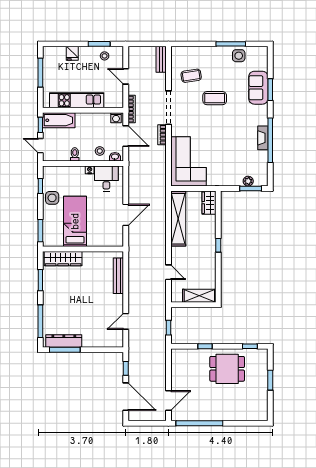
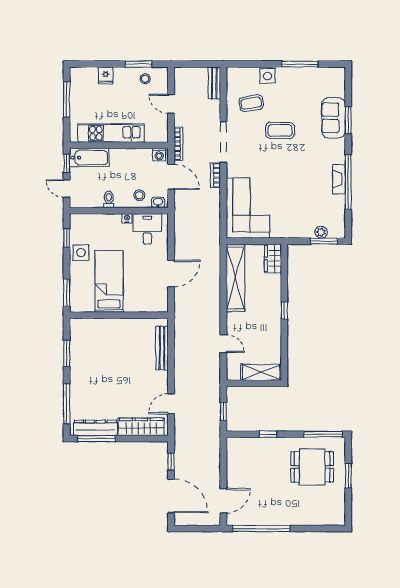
side table: (239, 56) -> (268, 76), moved
wardrobe: (63, 259) -> (141, 427), moved, turned 180
window: (250, 346) -> (323, 434), width x2.17
dining table: (227, 369) -> (312, 467), moved

